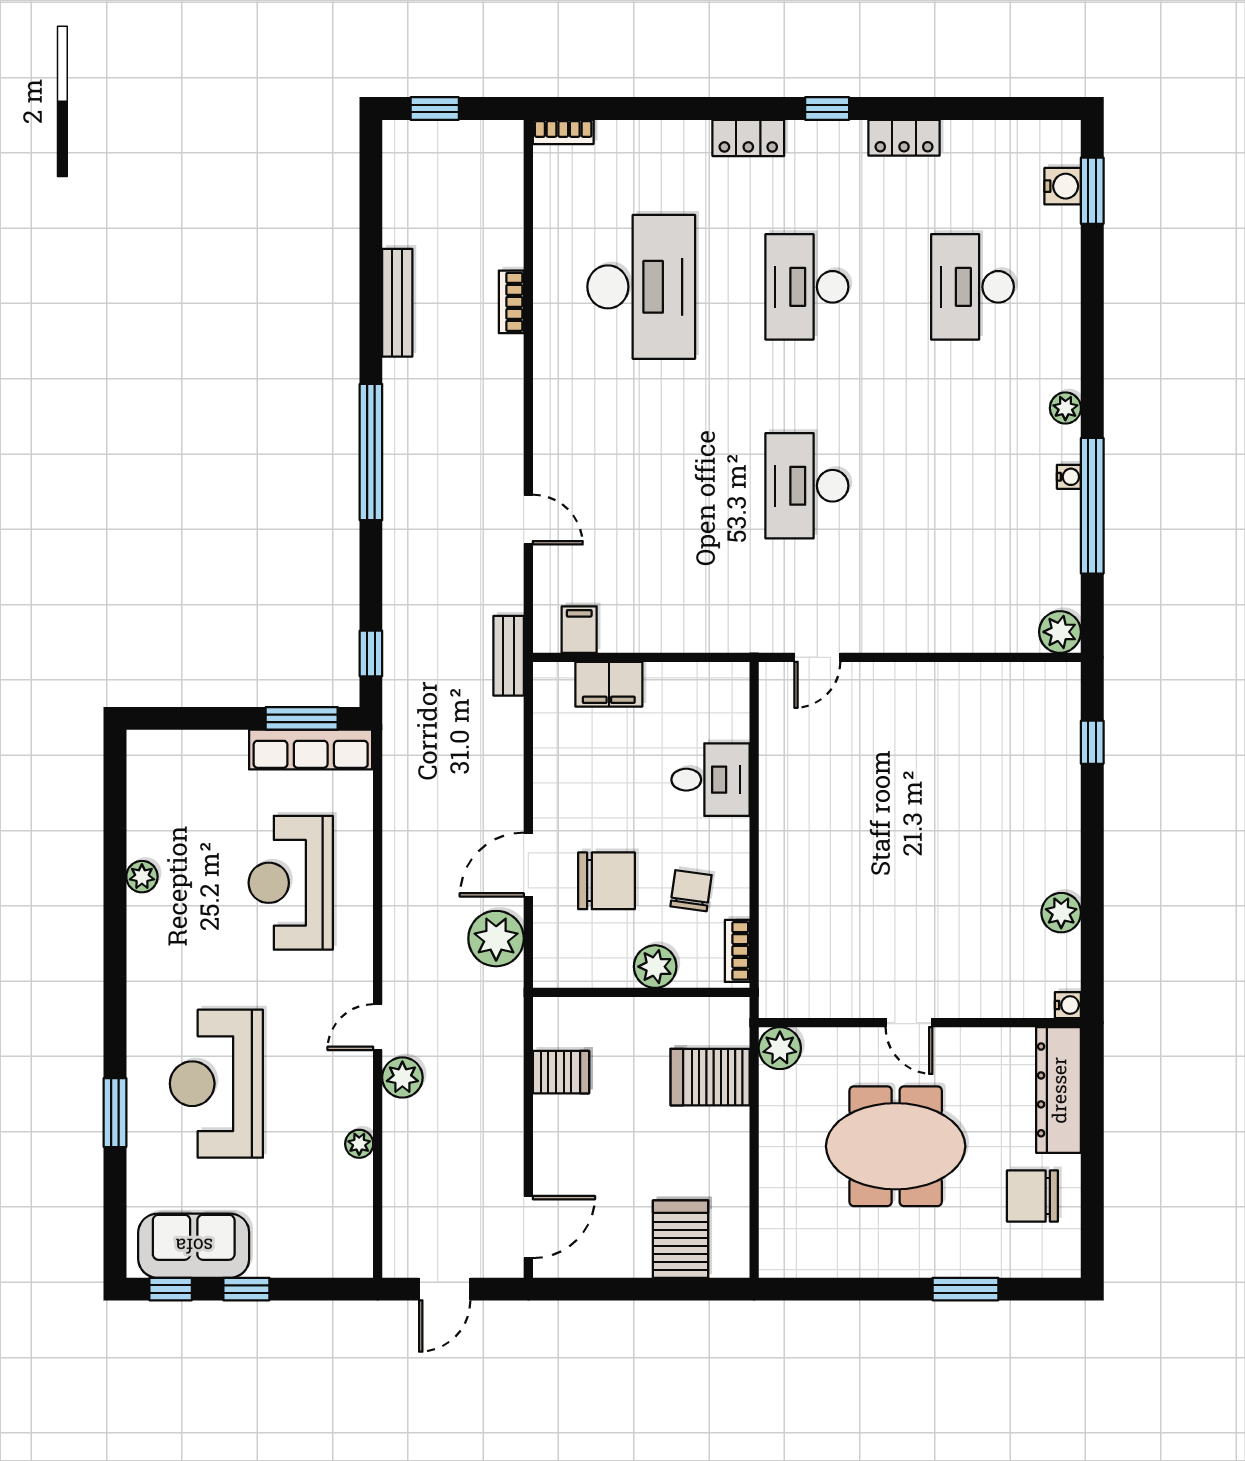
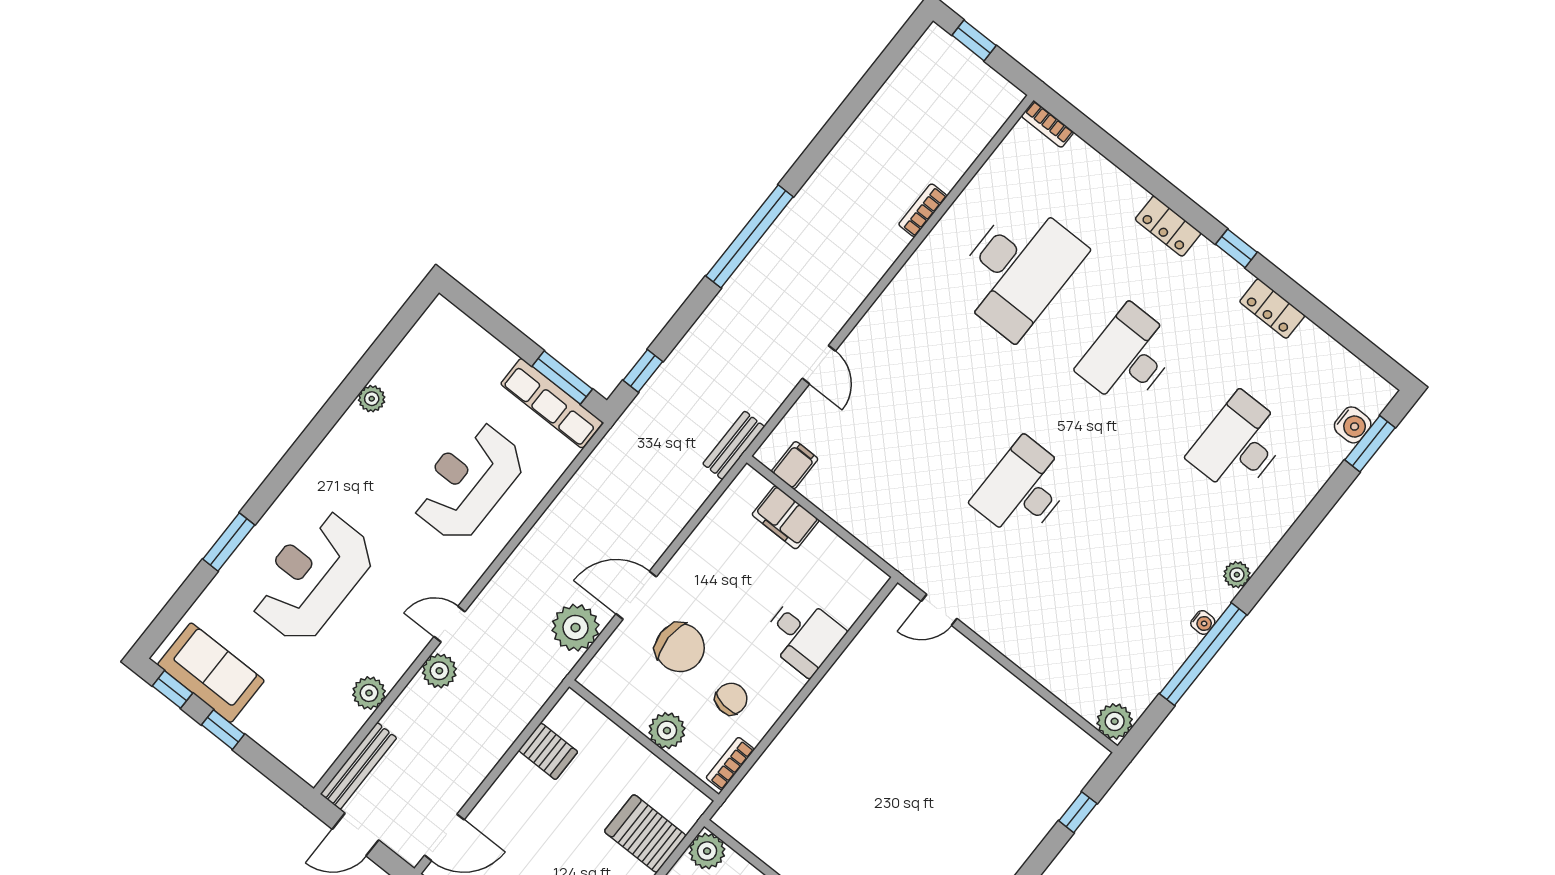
bench: (397, 303) -> (358, 766), moved
plant: (359, 1144) -> (369, 693), width x1.38, depth x1.38

